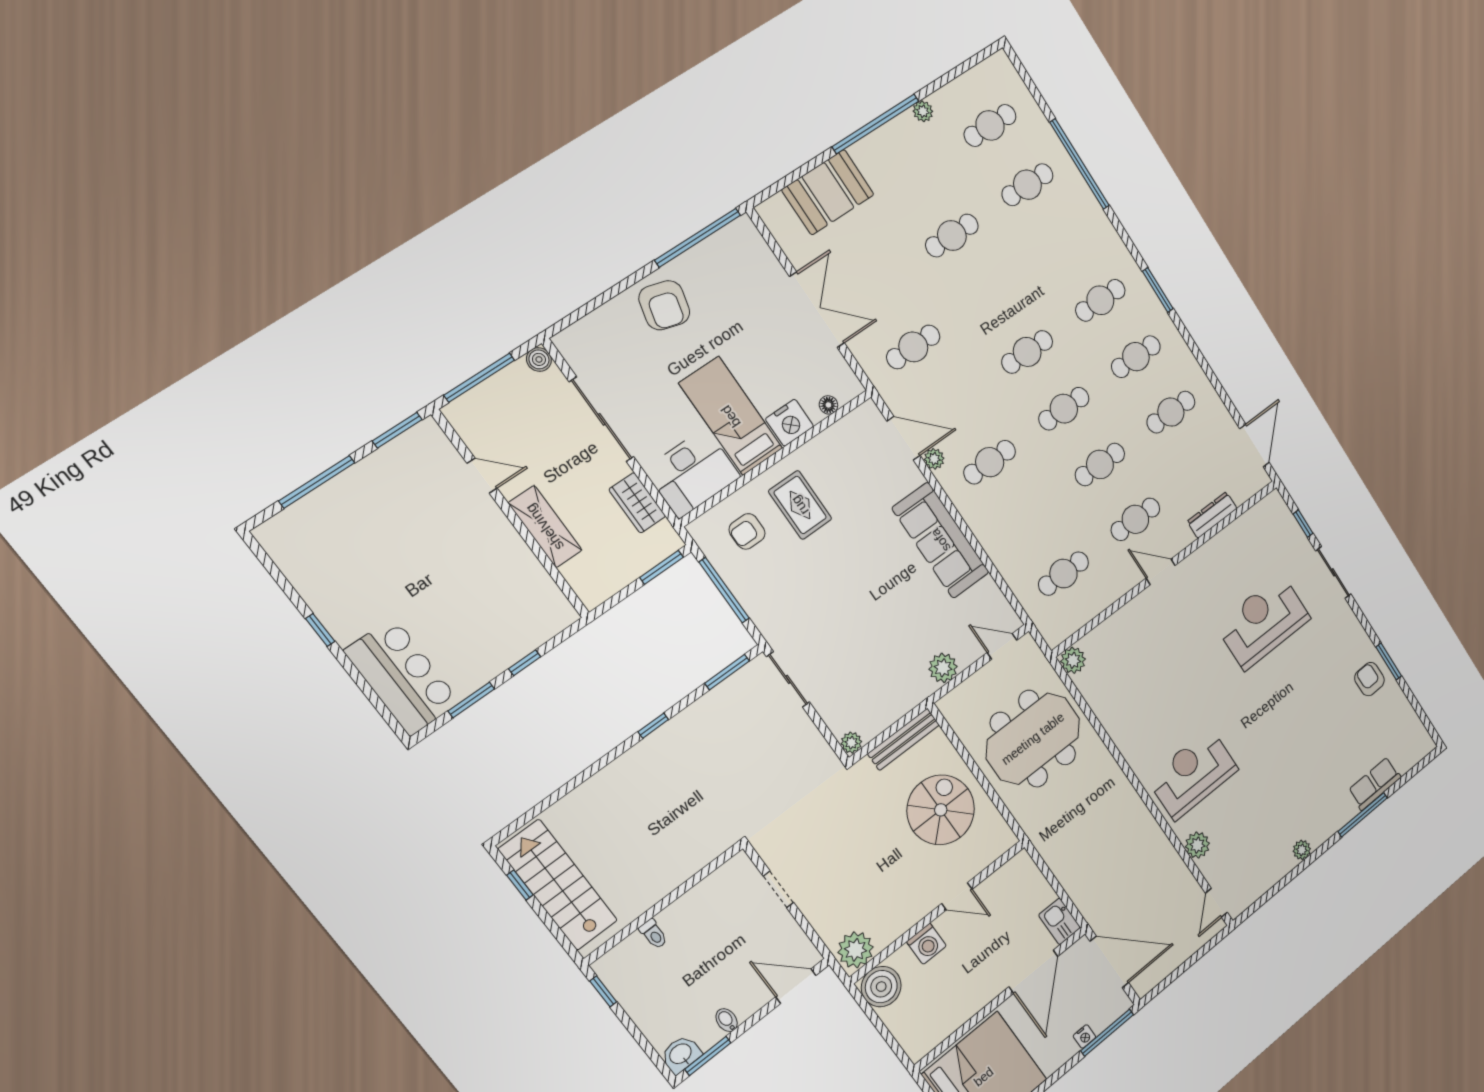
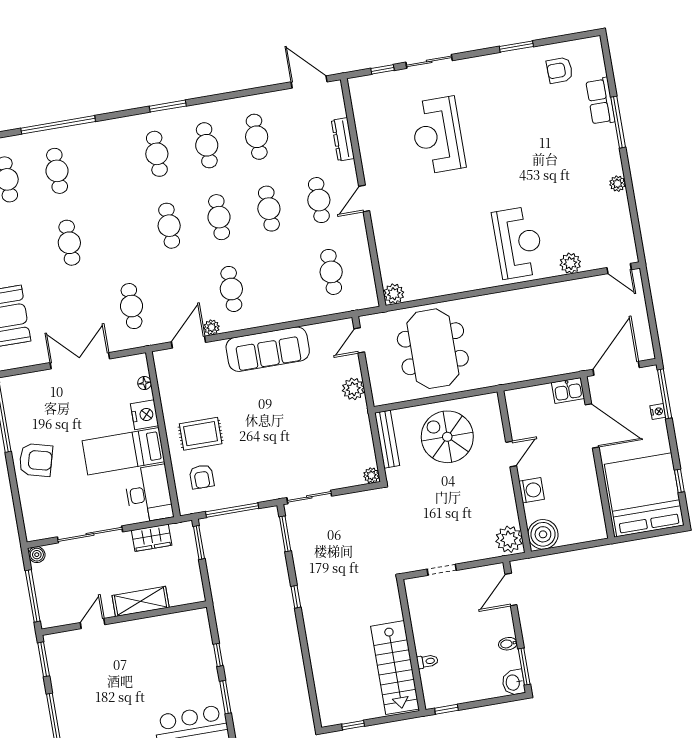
armchair: (1369, 679) -> (560, 70), moved
reception desk: (1193, 774) -> (518, 242), turned 180
stairs: (558, 885) -> (395, 668), moved, turned -90

